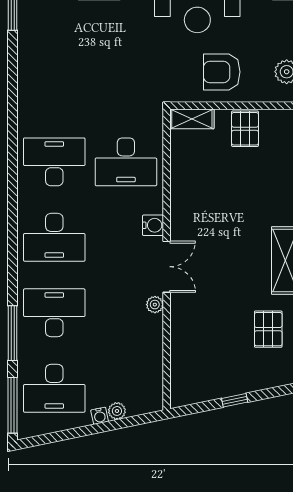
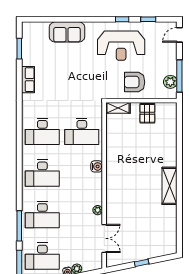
row of seats: (28, 68) -> (28, 80), added
desk: (54, 162) -> (42, 131), turned 180
double door: (167, 267) -> (104, 238), moved
desk: (54, 313) -> (42, 215), turned 180
pallet: (268, 329) -> (160, 224), removed

